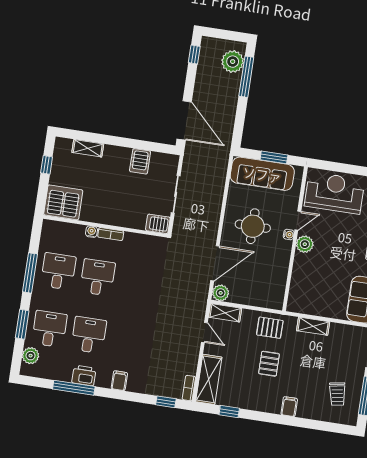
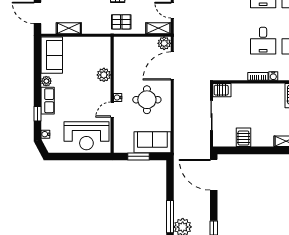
sofa: (262, 174) -> (152, 142), width x0.73
plant: (305, 244) -> (104, 75), moved
shelving: (313, 326) -> (69, 28), moved

